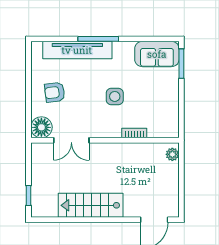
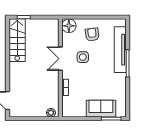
sofa: (157, 54) -> (101, 109), moved, turned 90
side table: (115, 96) -> (83, 57), moved
double door: (71, 140) -> (60, 59), moved
stairs: (91, 205) -> (17, 40), moved

